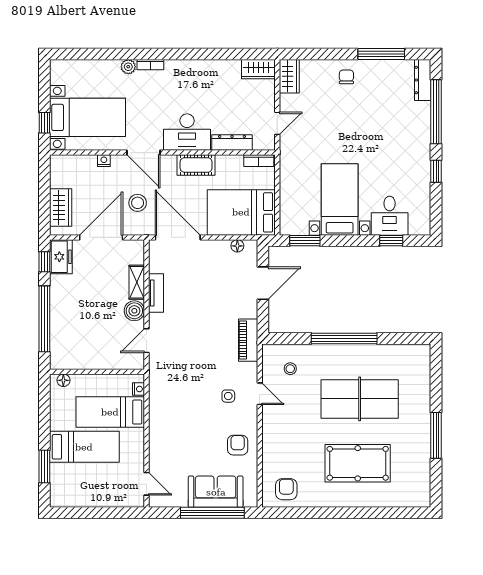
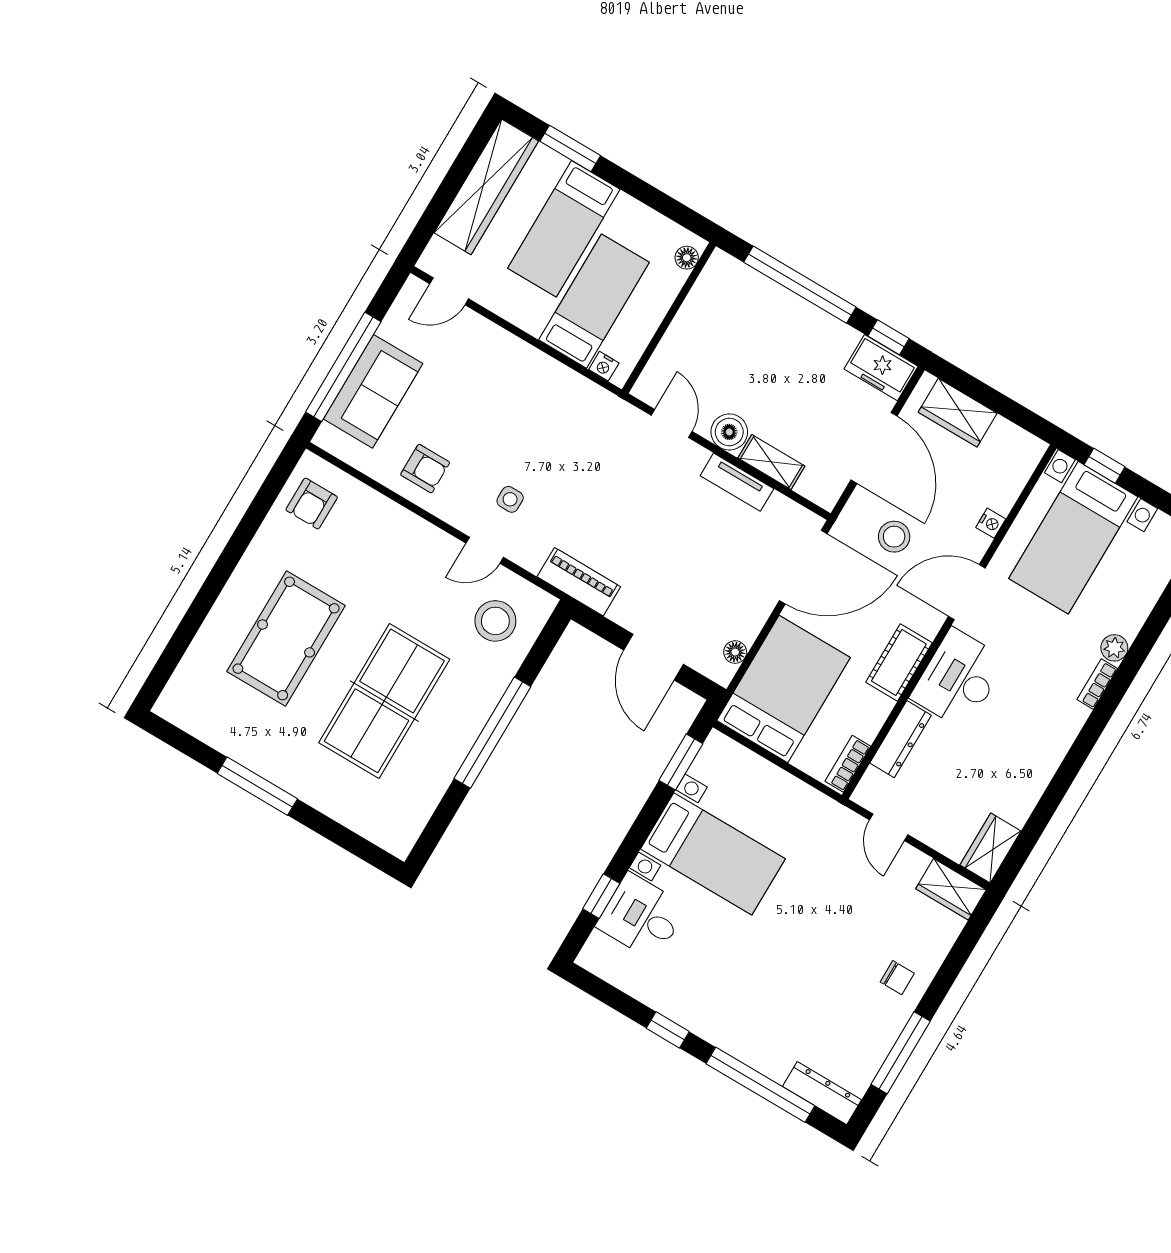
stool: (290, 369) -> (495, 621), width x1.89, depth x1.89
armchair: (286, 489) -> (312, 504), turned 90
wardrobe: (86, 496) -> (486, 187), added

